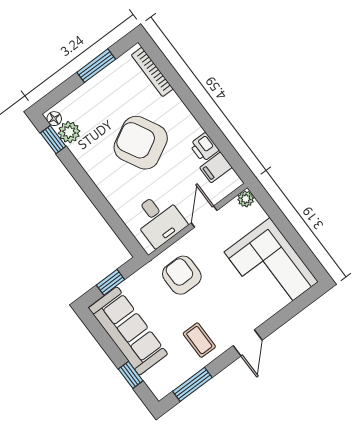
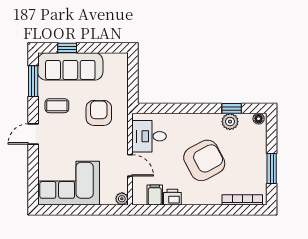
plant: (69, 132) -> (230, 122), moved
window: (53, 140) -> (232, 108), moved
armchair: (182, 275) -> (99, 113), moved, turned -90
window: (111, 282) -> (133, 78), removed
sofa: (128, 331) -> (70, 66), moved
door: (248, 343) -> (33, 134), hinge flipped

